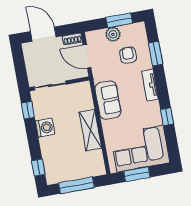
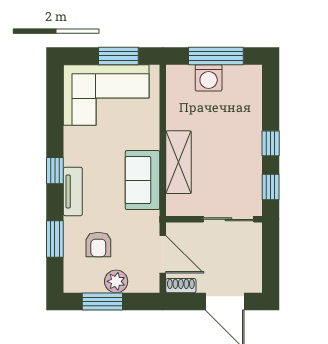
window: (167, 117) -> (55, 171), moved
washing machine: (45, 128) -> (209, 78), moved, turned -90
shelving: (90, 130) -> (179, 162), moved
window: (38, 168) -> (271, 143), moved

